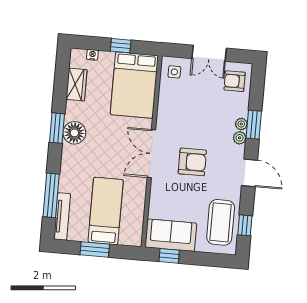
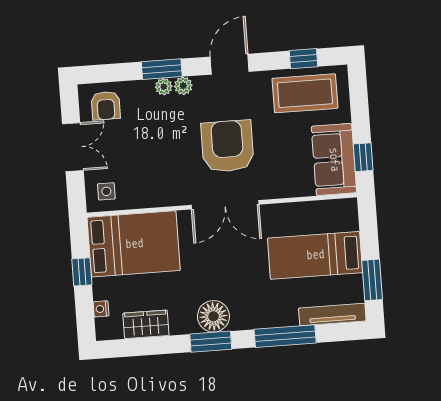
armchair: (192, 162) -> (227, 146), width x1.36, depth x1.36
window: (51, 195) -> (285, 336), moved
window: (95, 249) -> (372, 280), moved

